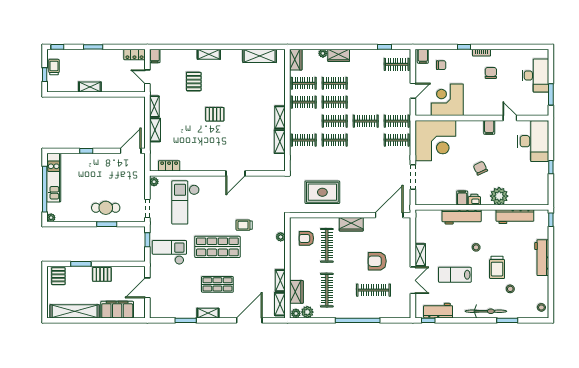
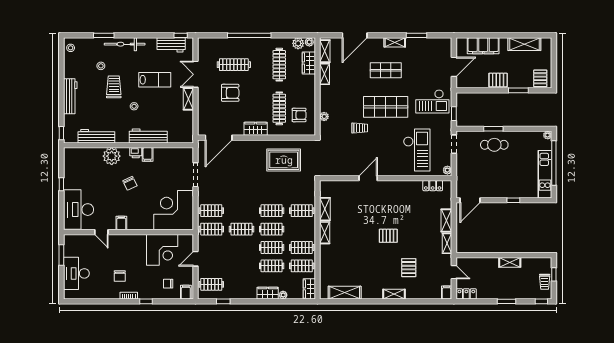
shelving: (75, 311) -> (524, 44), width x0.68

